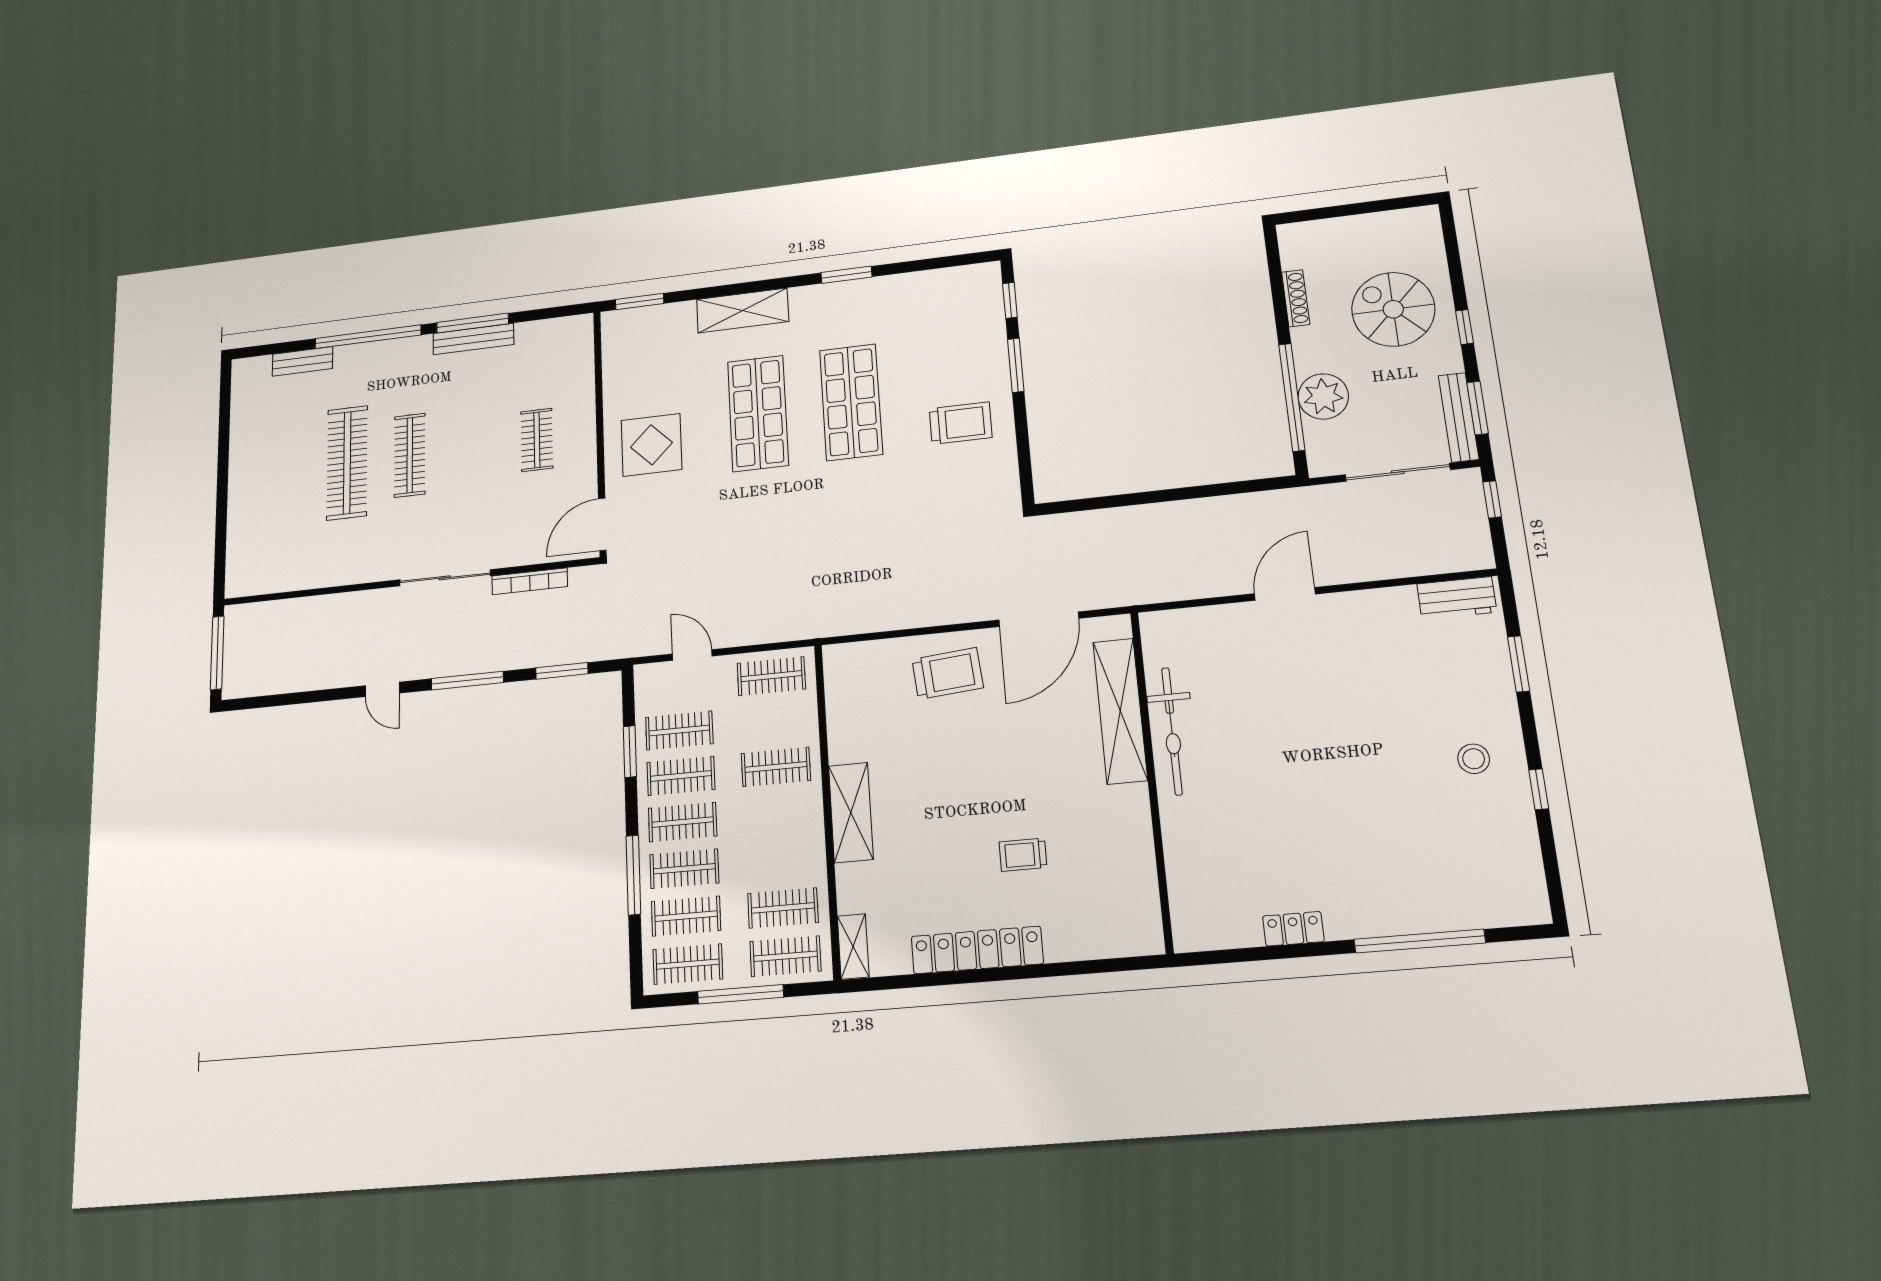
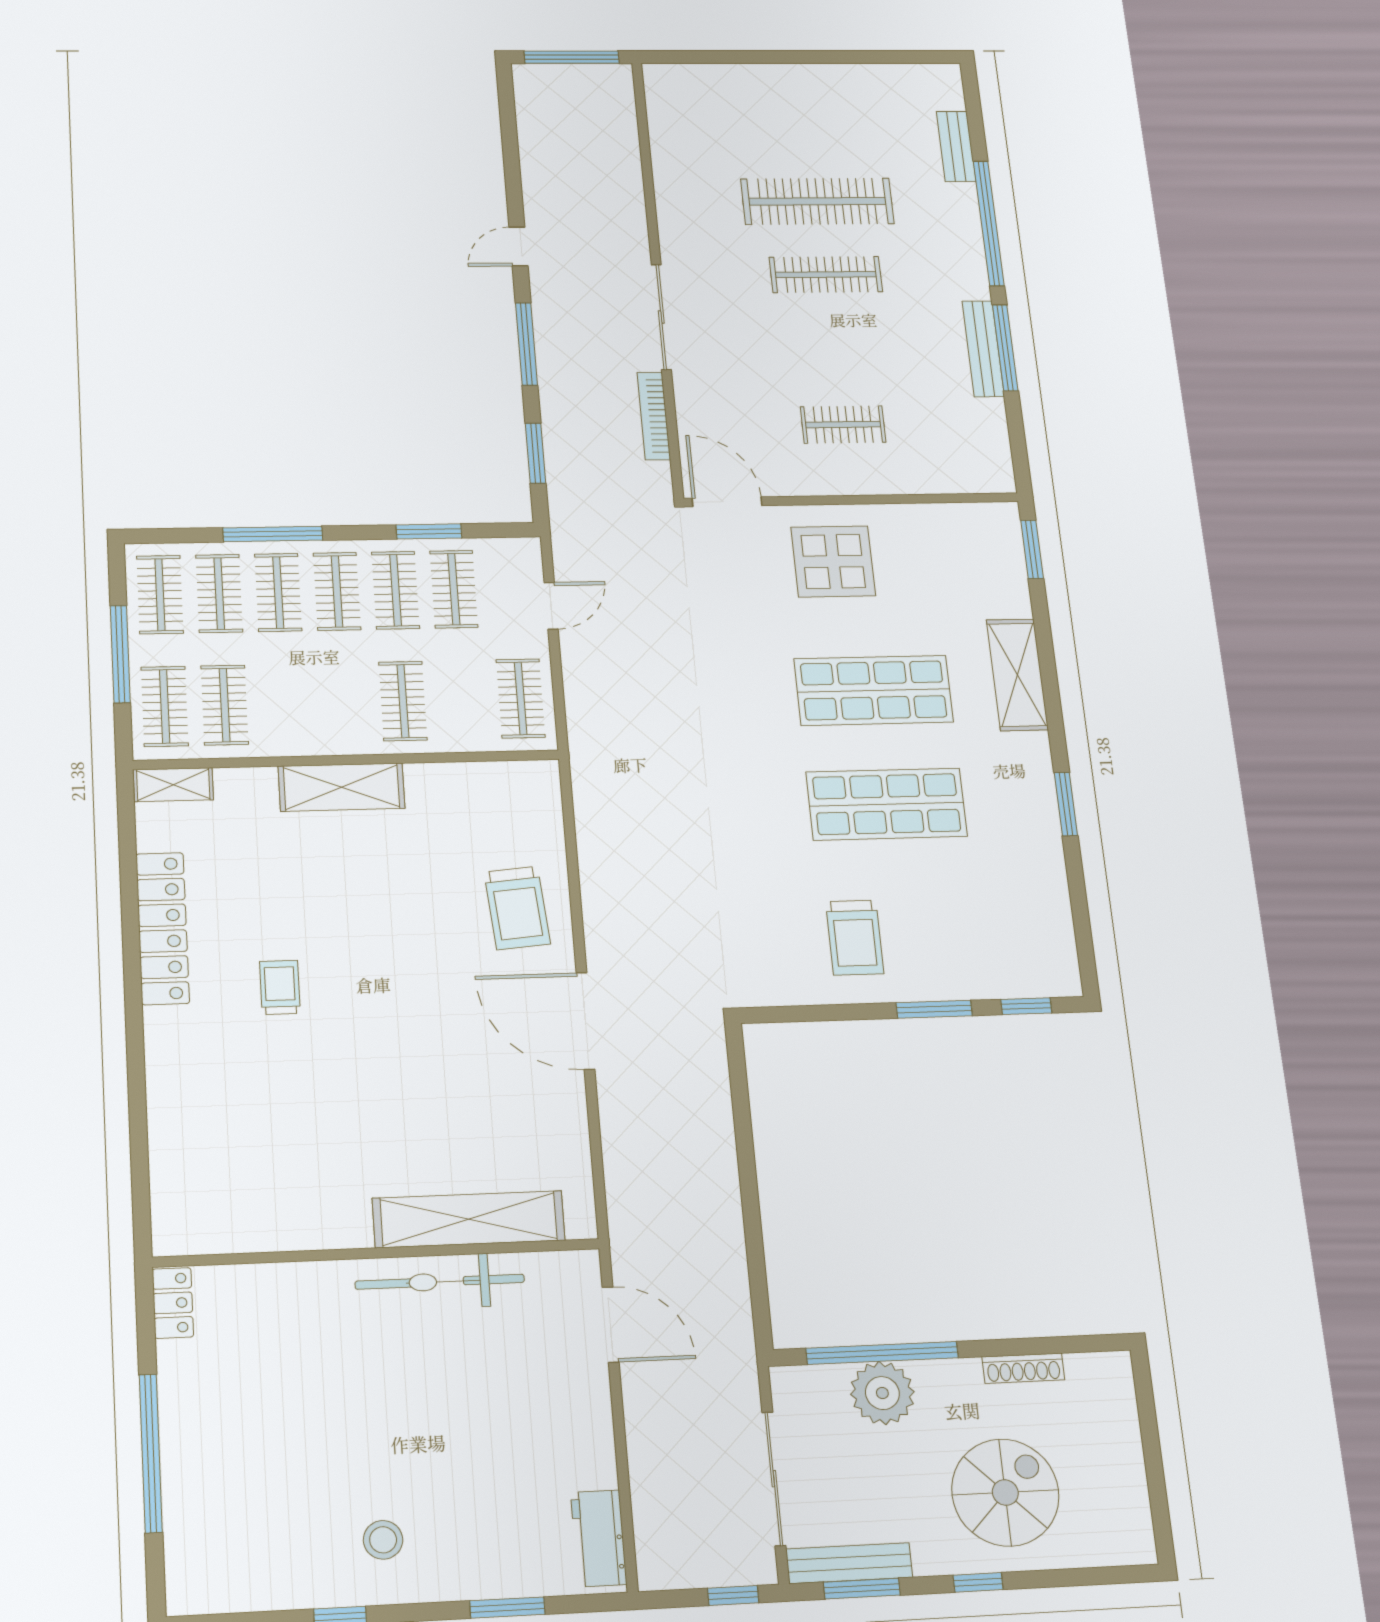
shelving: (1120, 711) -> (469, 1219), moved
bicycle: (1172, 731) -> (440, 1282), moved
wall: (1152, 779) -> (377, 1253), moved

